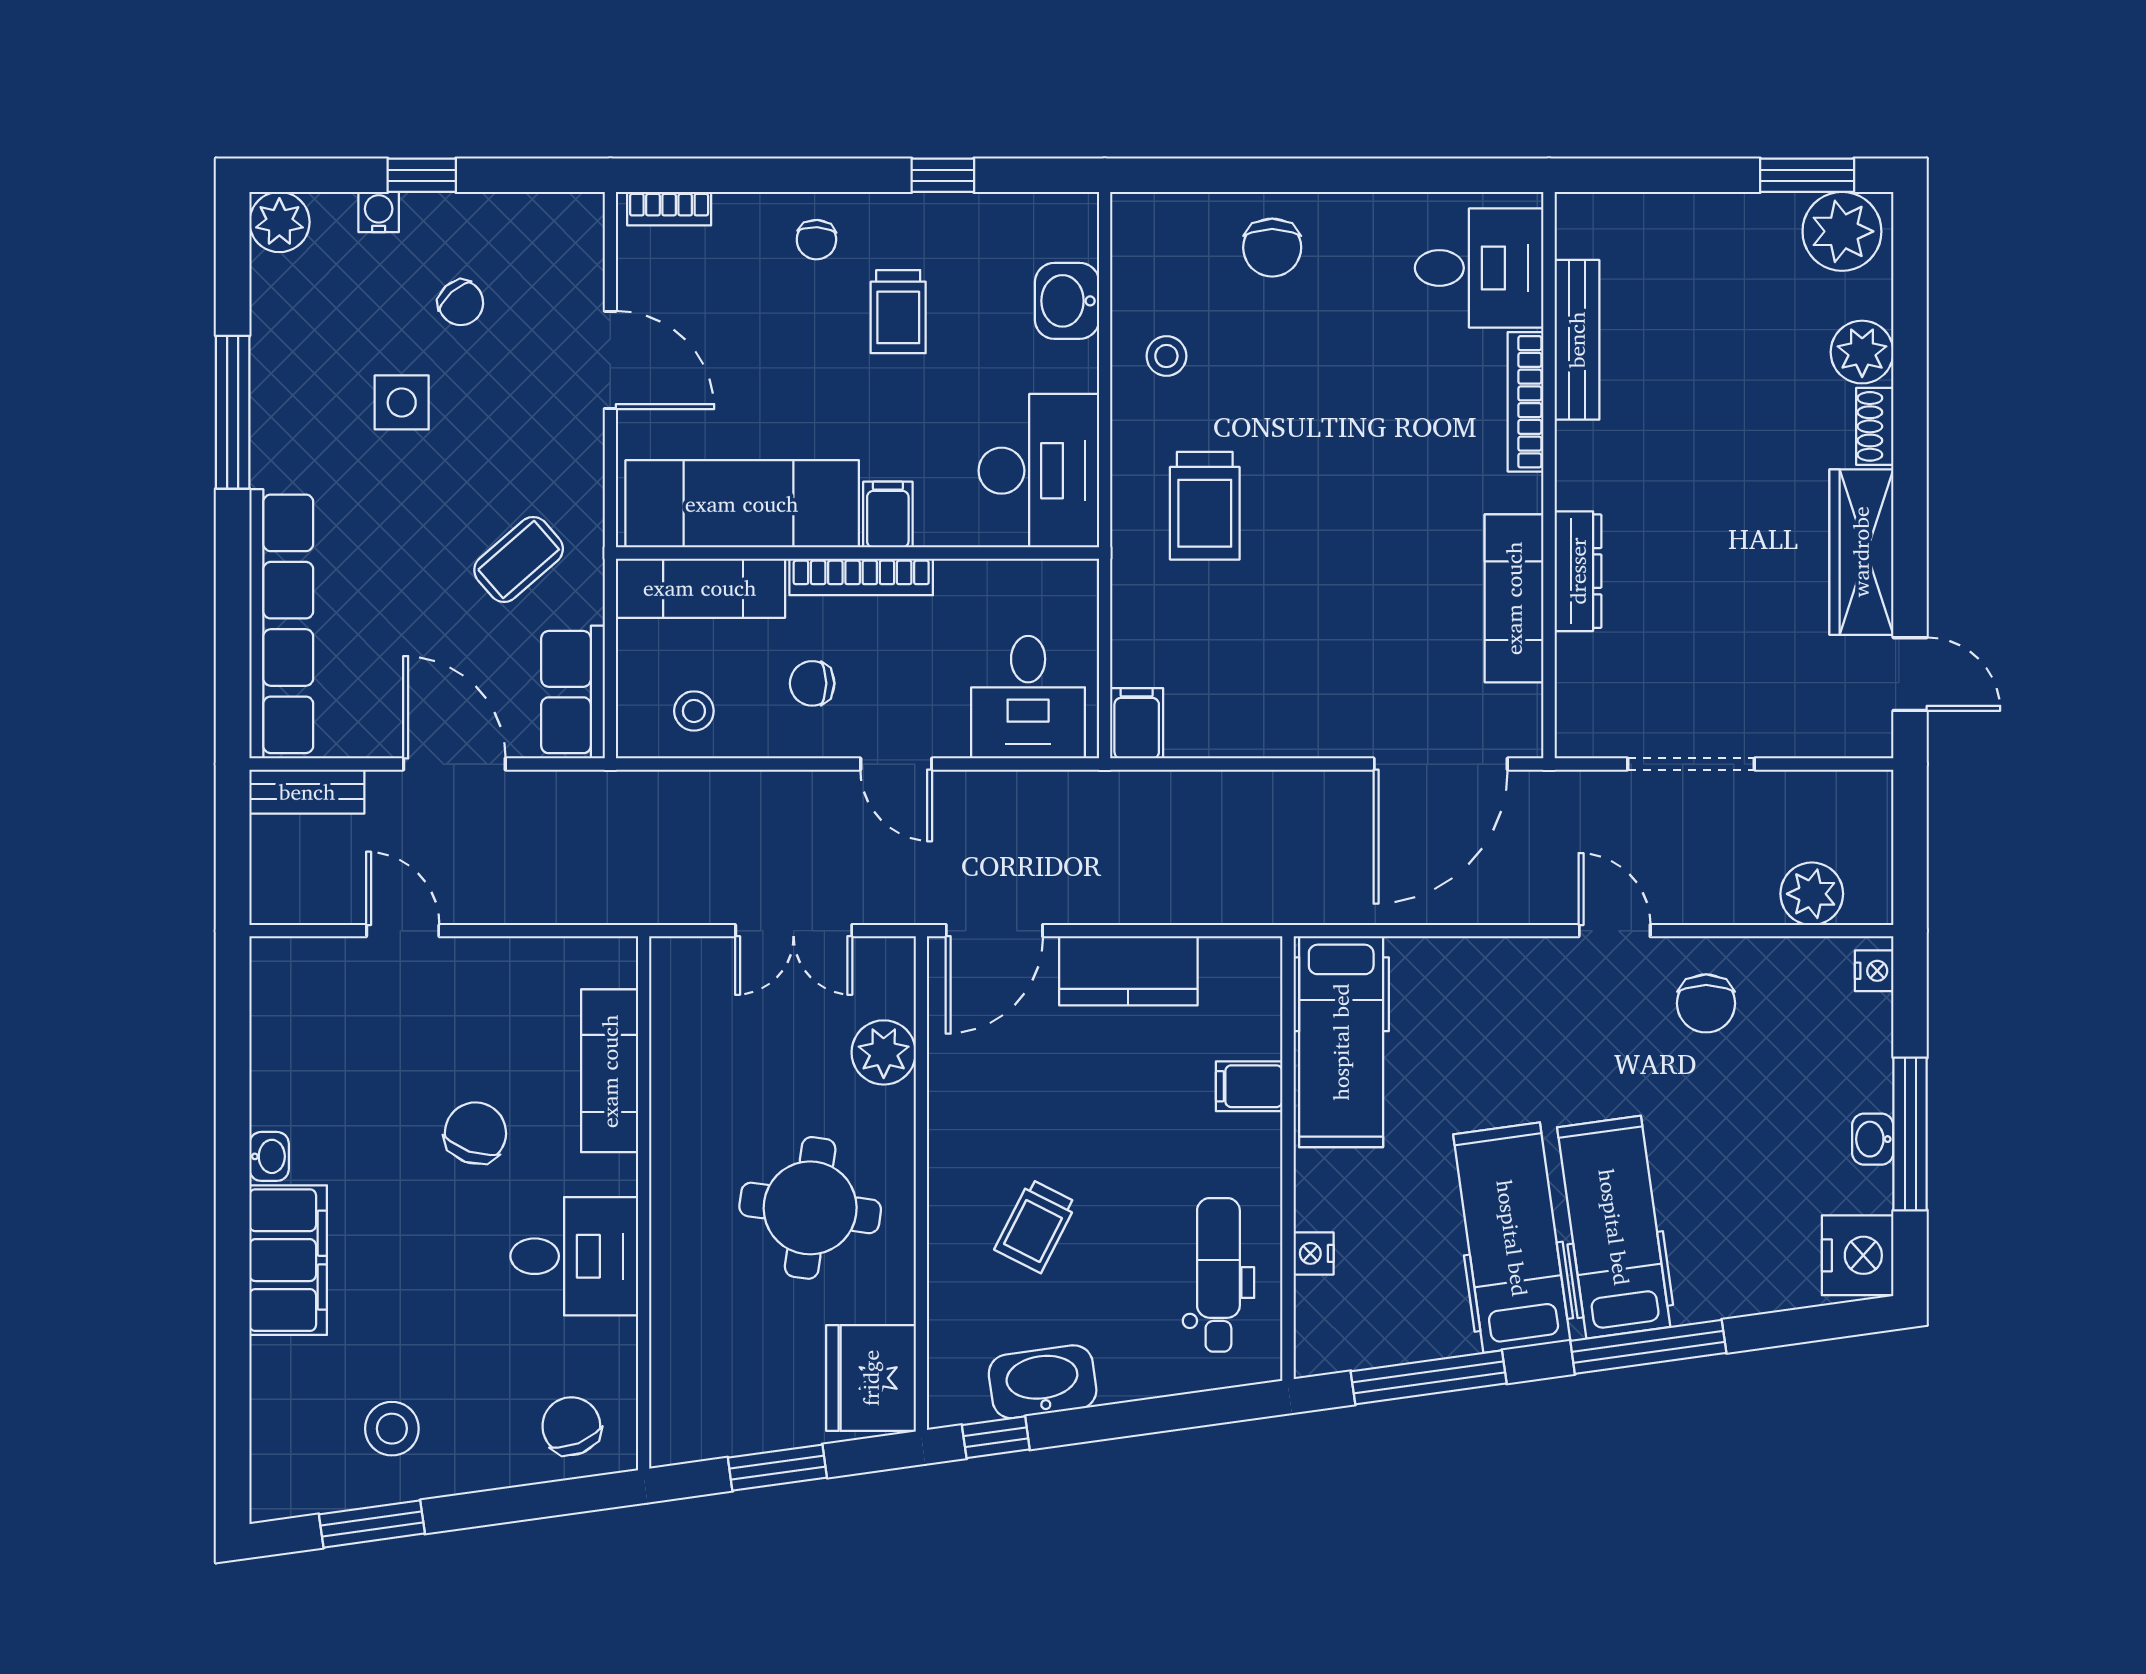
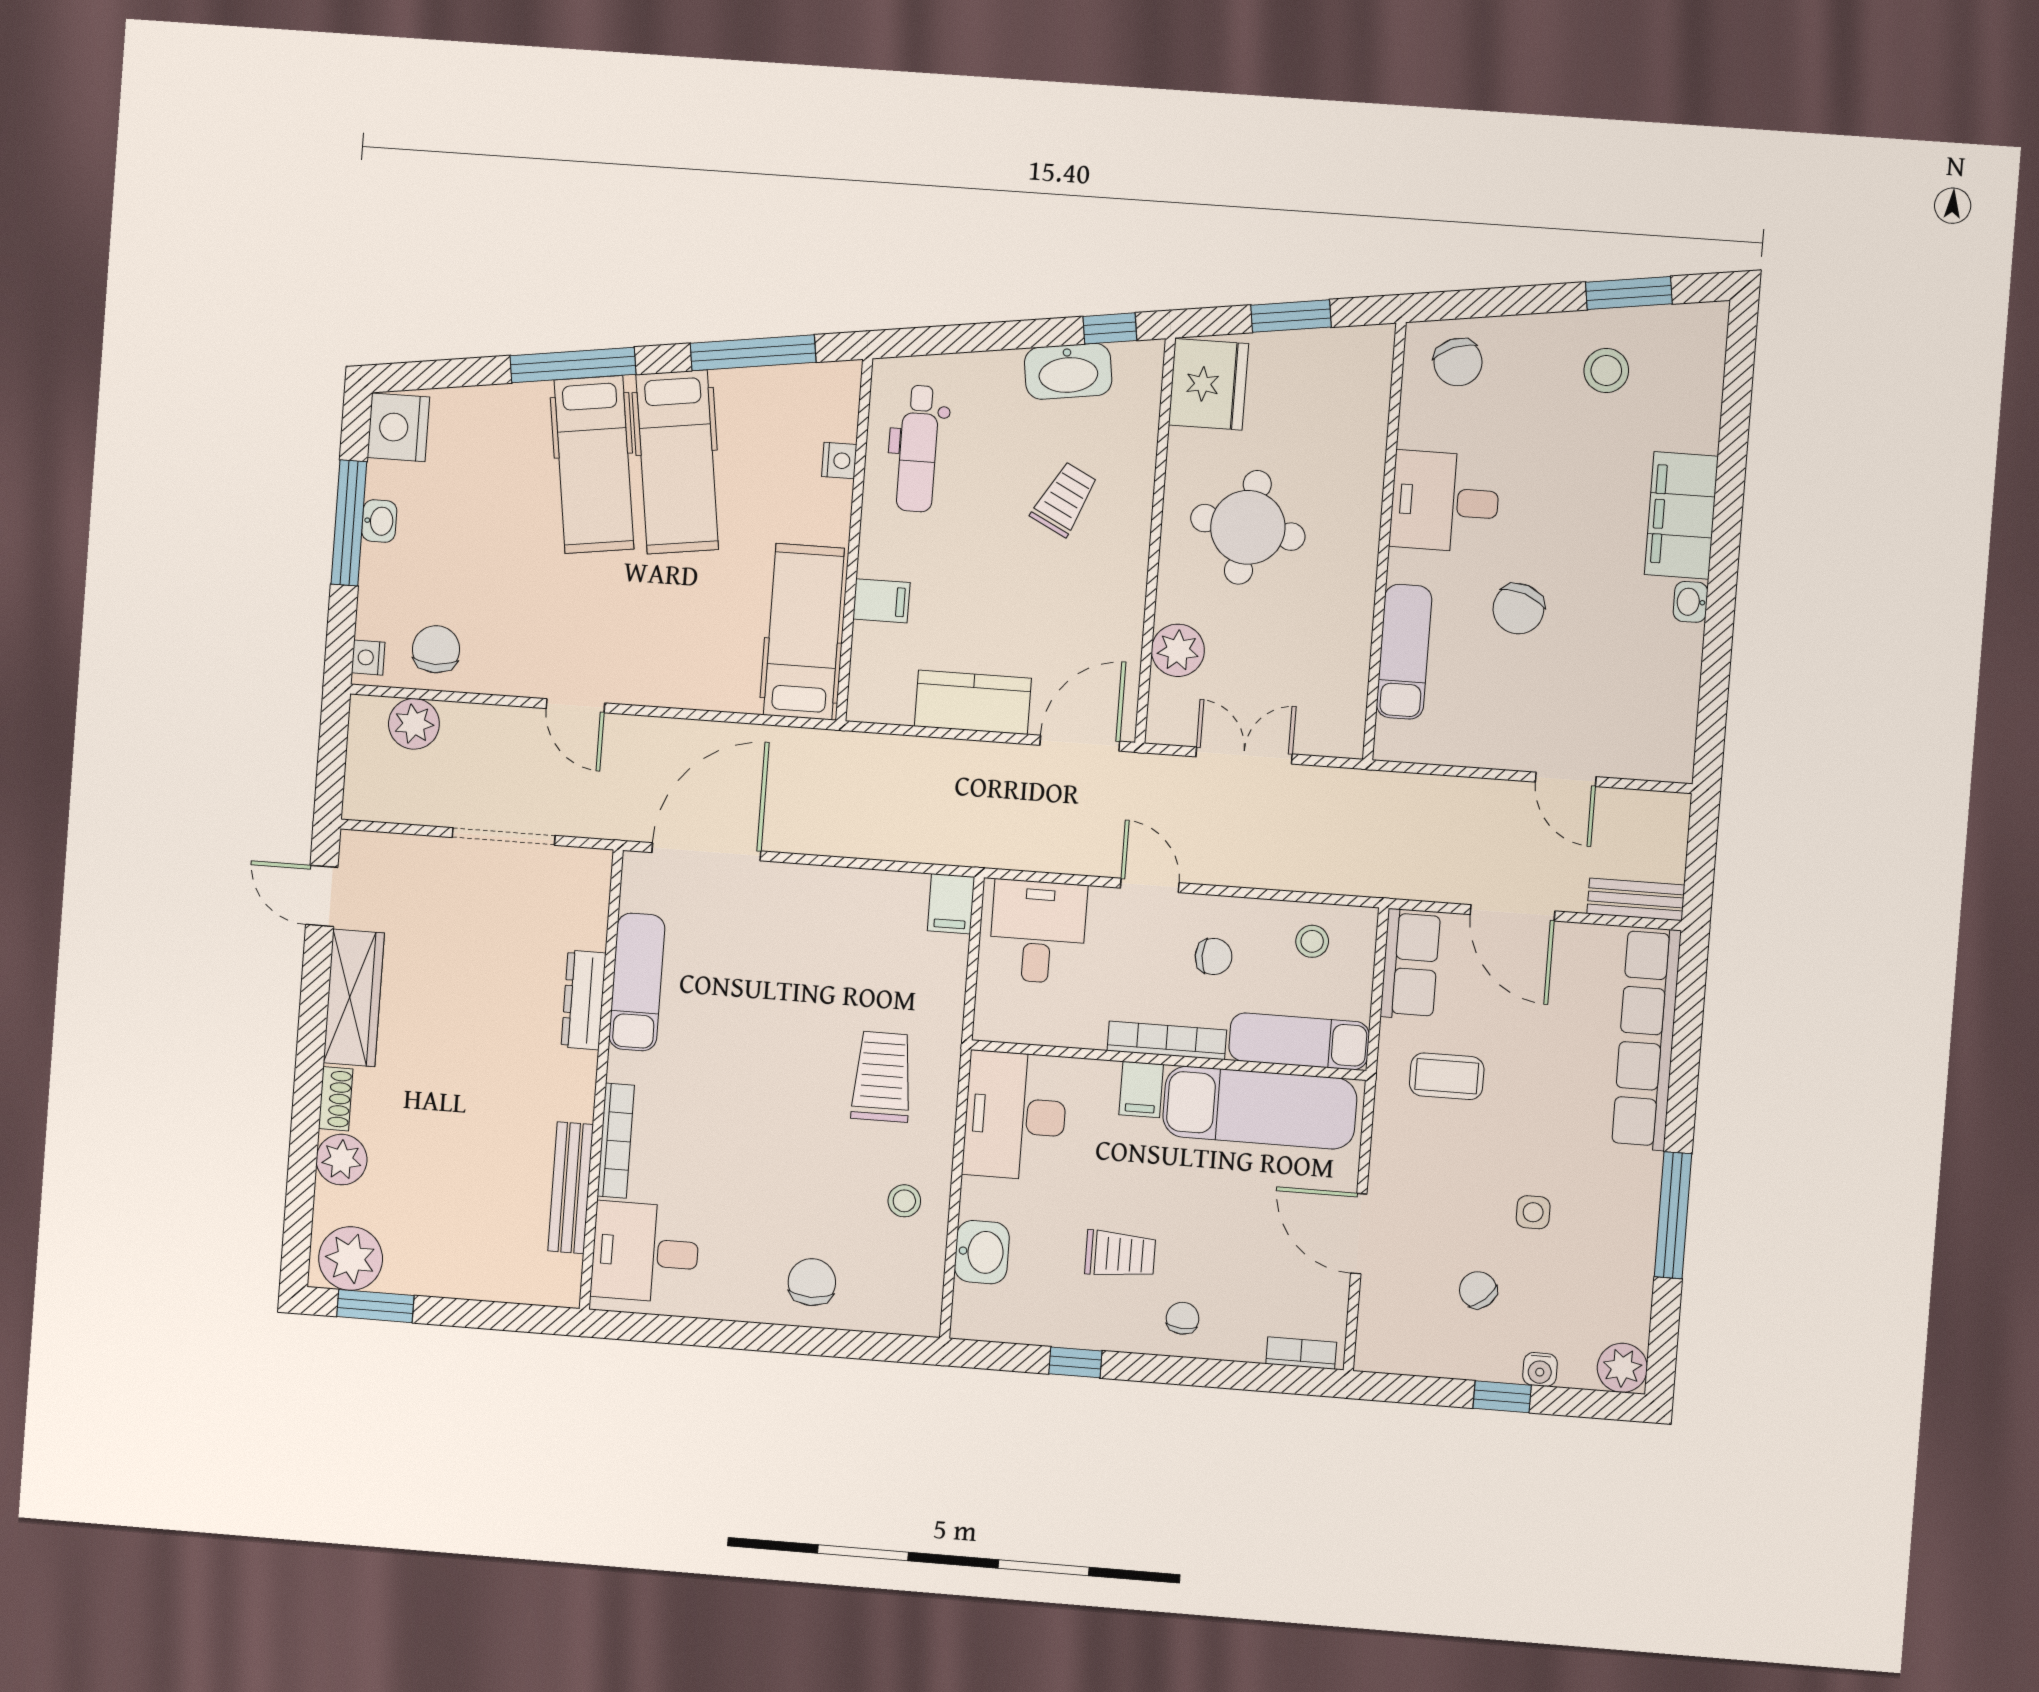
trolley: (898, 312) -> (1120, 1254), turned 90
side table: (402, 402) -> (1533, 1212), width x0.73, depth x0.73
coffee table: (519, 560) -> (1447, 1076), turned 41
chair: (1706, 1003) -> (436, 649), moved

